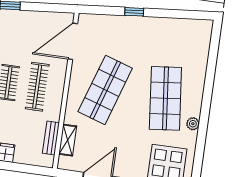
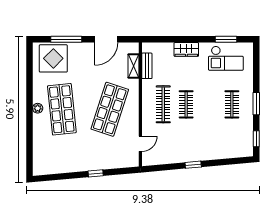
door: (73, 41) -> (140, 144), width x0.53
plant: (193, 124) -> (38, 108), moved

